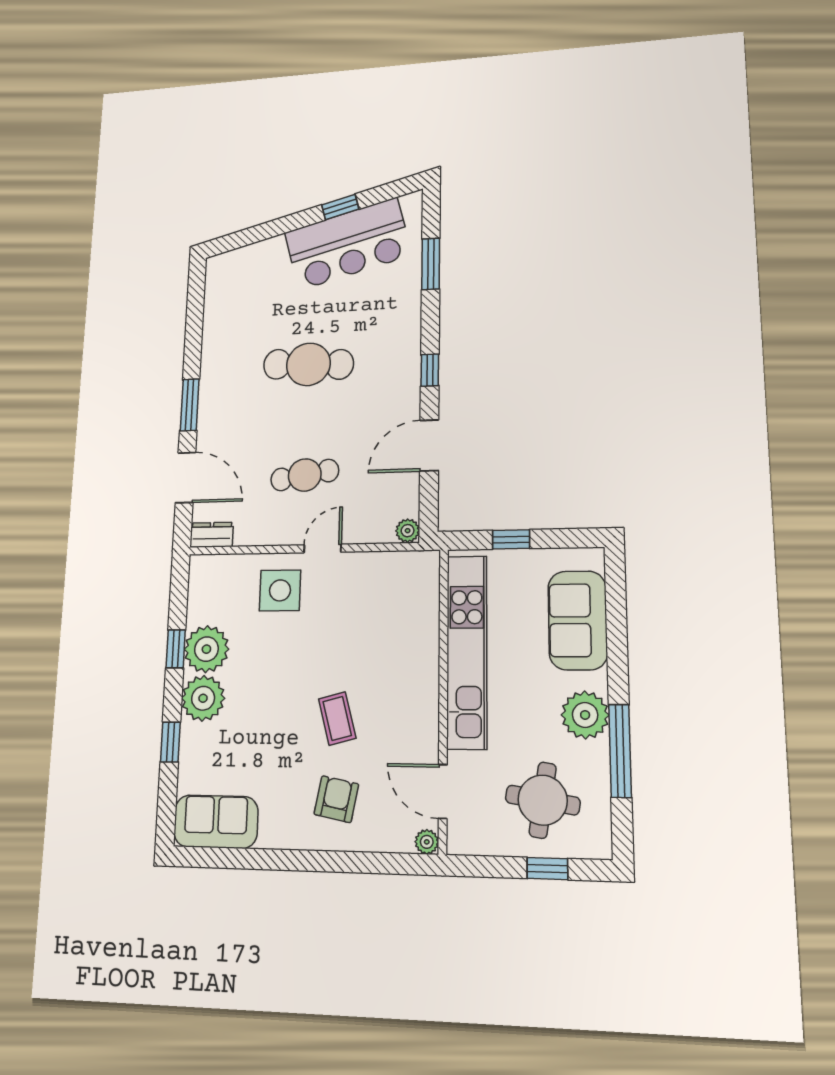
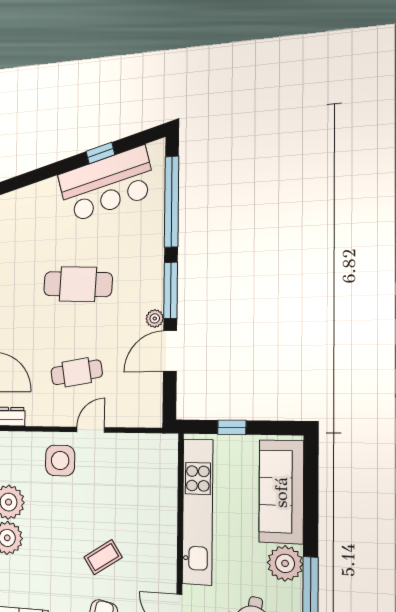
window: (431, 264) -> (171, 202), width x2.11
window: (430, 370) -> (171, 290), width x2.17
plant: (408, 531) -> (155, 318), moved
sofa: (578, 620) -> (281, 492), width x1.36
coffee table: (337, 719) -> (103, 557), turned 72

